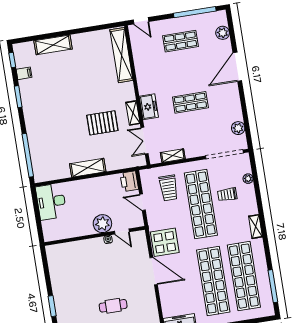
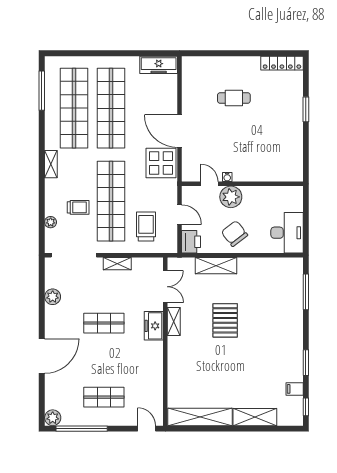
plant: (223, 33) -> (53, 418), moved
shelving: (121, 55) -> (200, 417), moved, turned 90
pallet: (102, 123) -> (225, 320), moved, turned 90
plant: (238, 128) -> (53, 297), moved
window: (28, 155) -> (306, 292), width x0.68
shelving: (173, 156) -> (117, 264), moved
shelving: (88, 168) -> (216, 266), moved
chair: (94, 194) -> (234, 234), added

